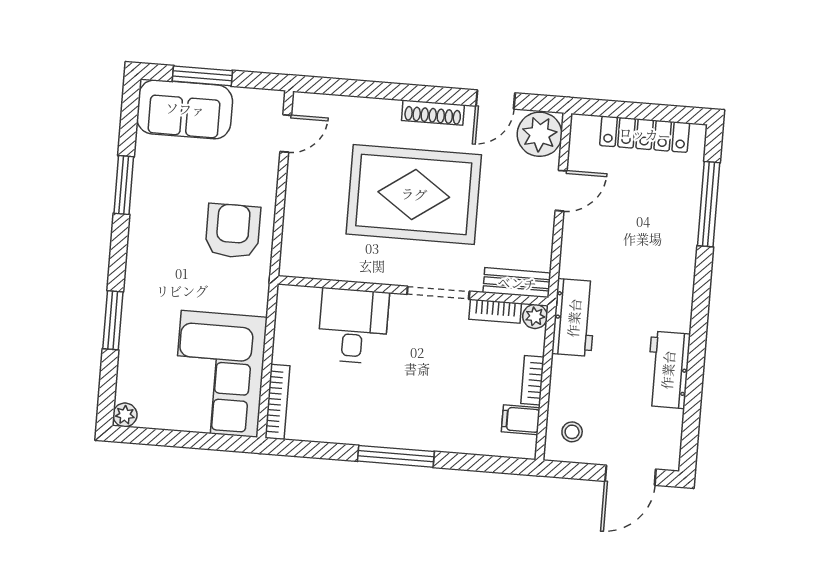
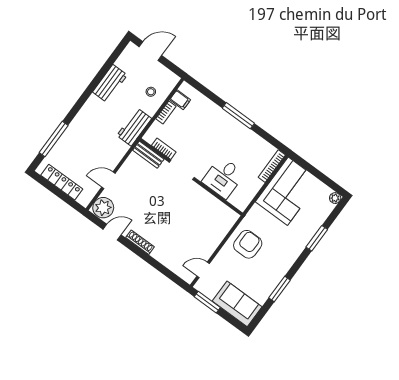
window: (202, 76) -> (207, 302), moved
rug: (414, 194) -> (167, 215), removed
armchair: (233, 231) -> (248, 244), turned 180
plant: (535, 316) -> (149, 137), removed
stool: (572, 432) -> (151, 92), moved

